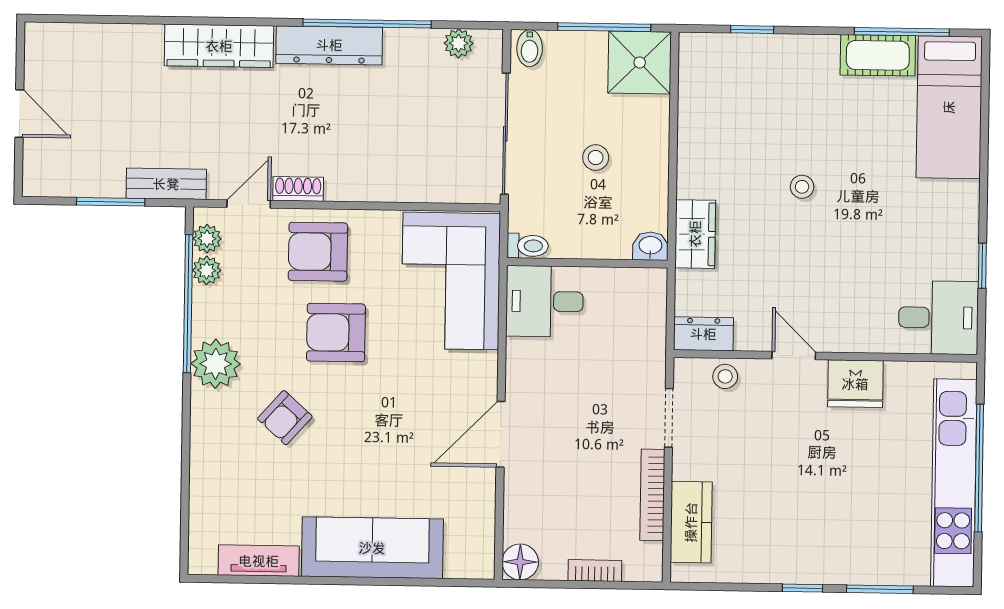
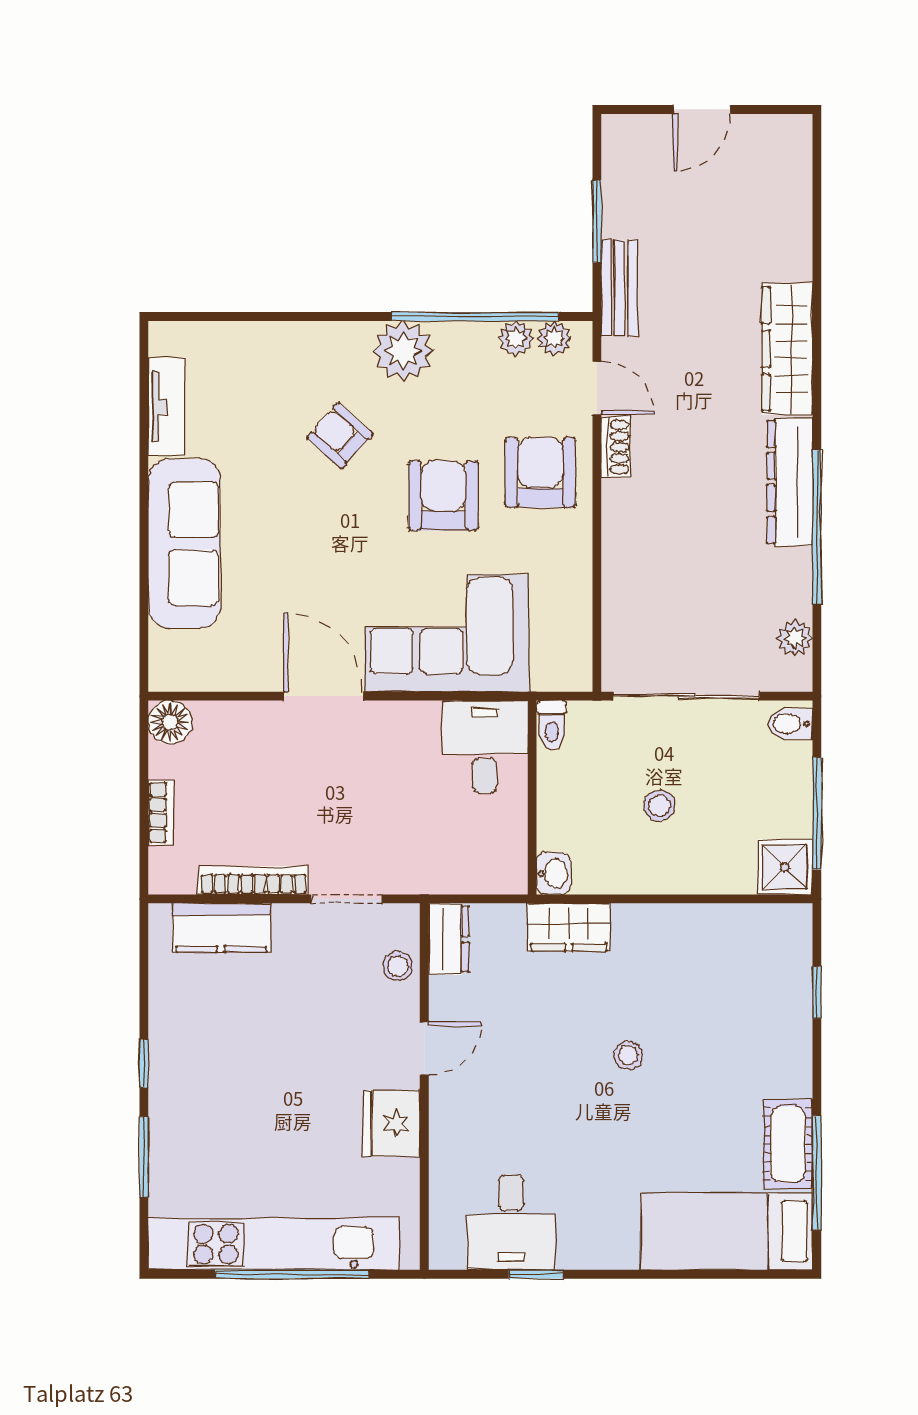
shower: (640, 62) -> (785, 867), width x0.73, depth x0.73
corner sofa: (451, 281) -> (447, 633), moved
desk: (938, 318) -> (511, 1222), moved

